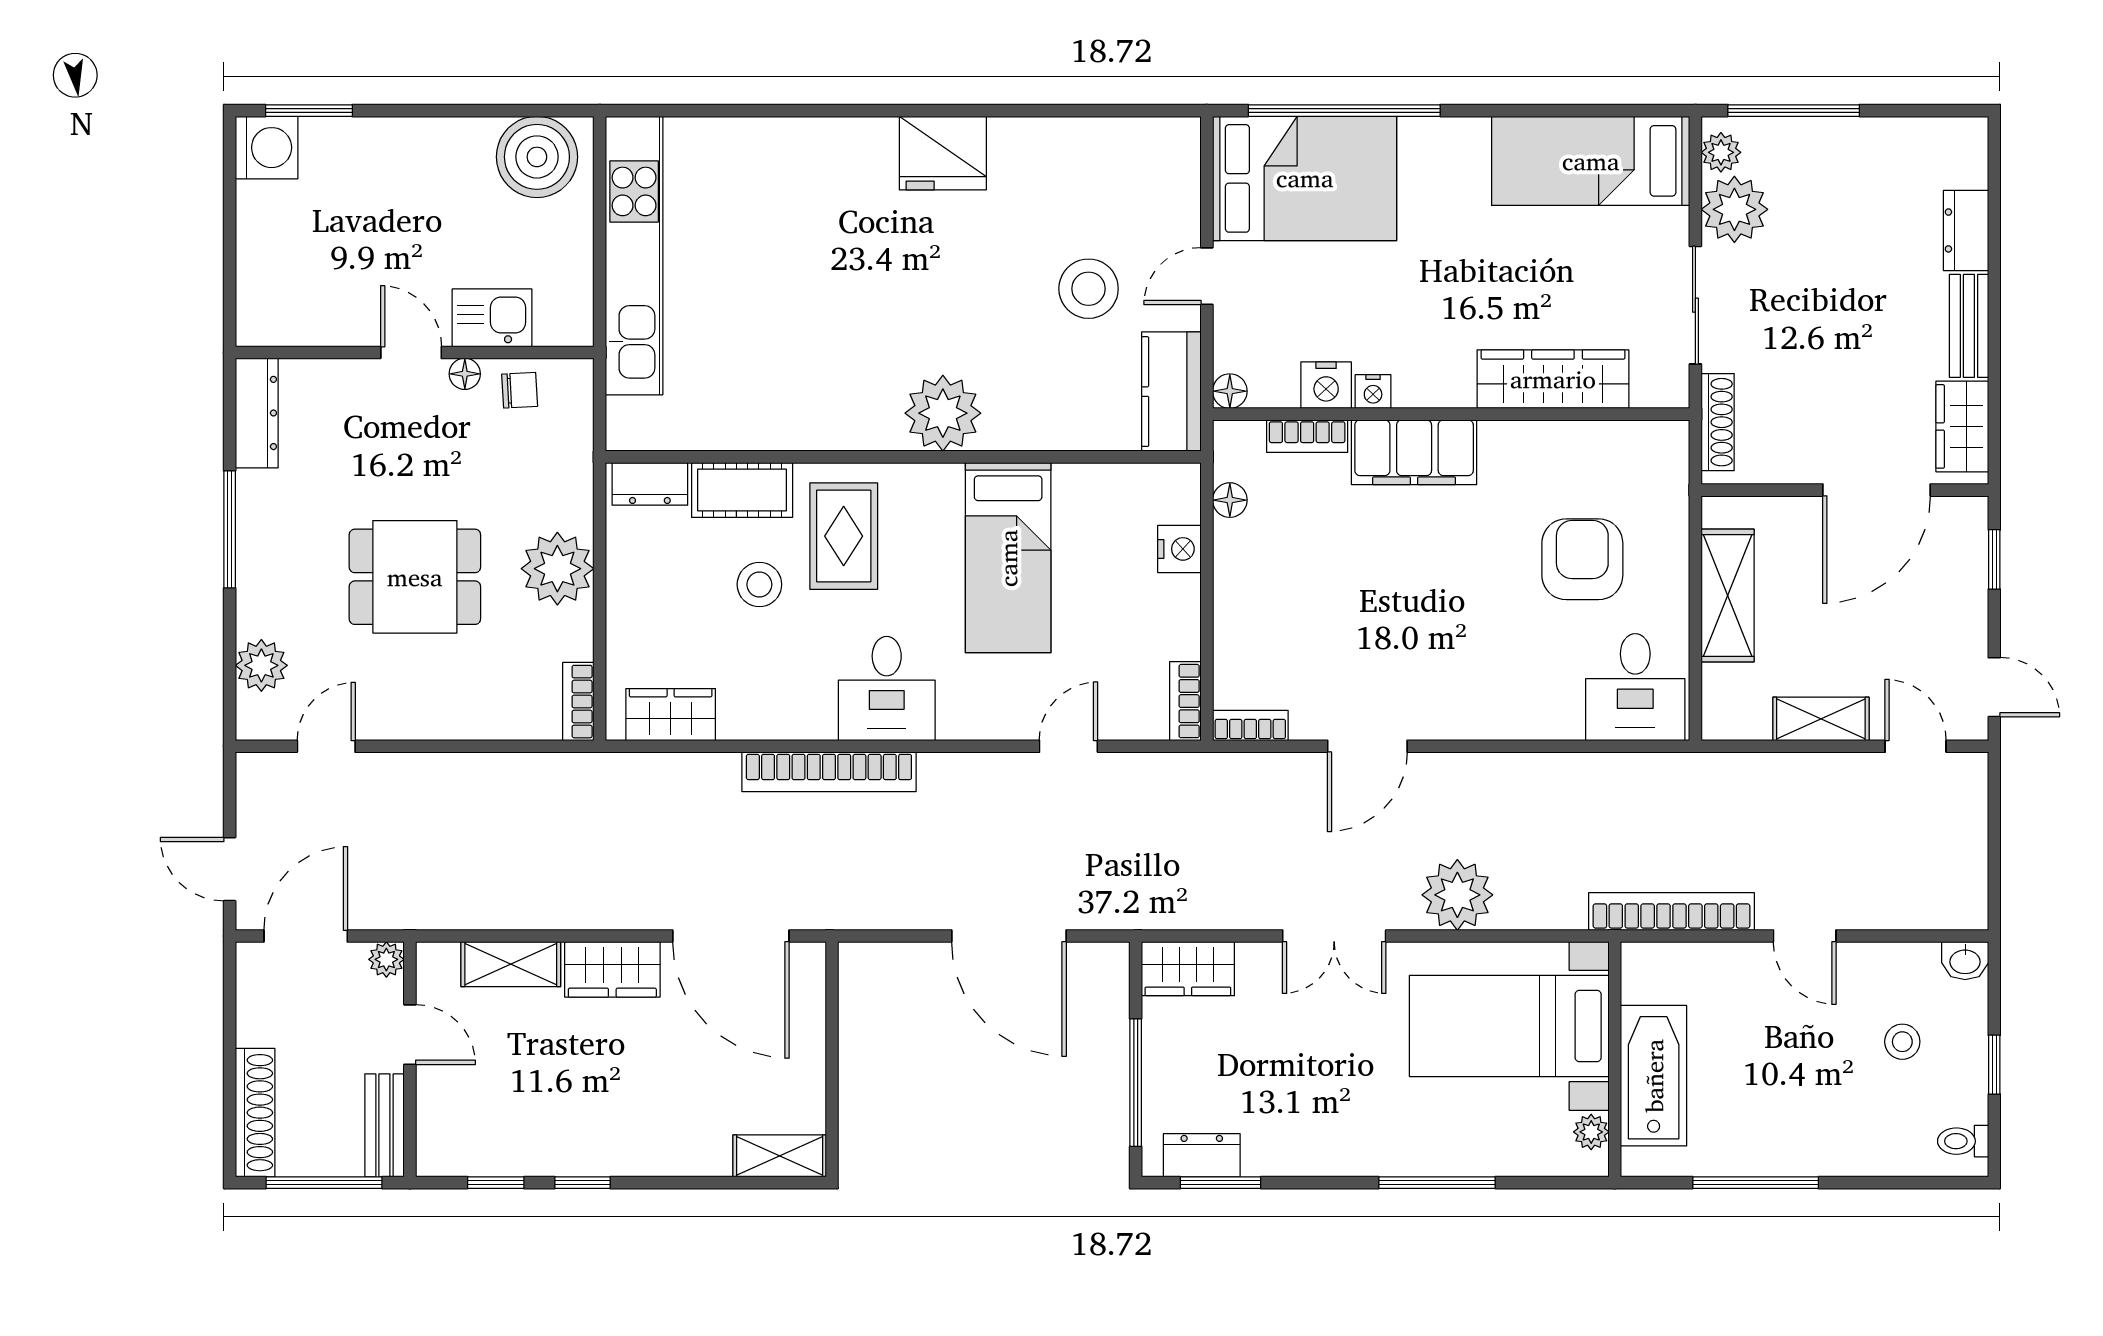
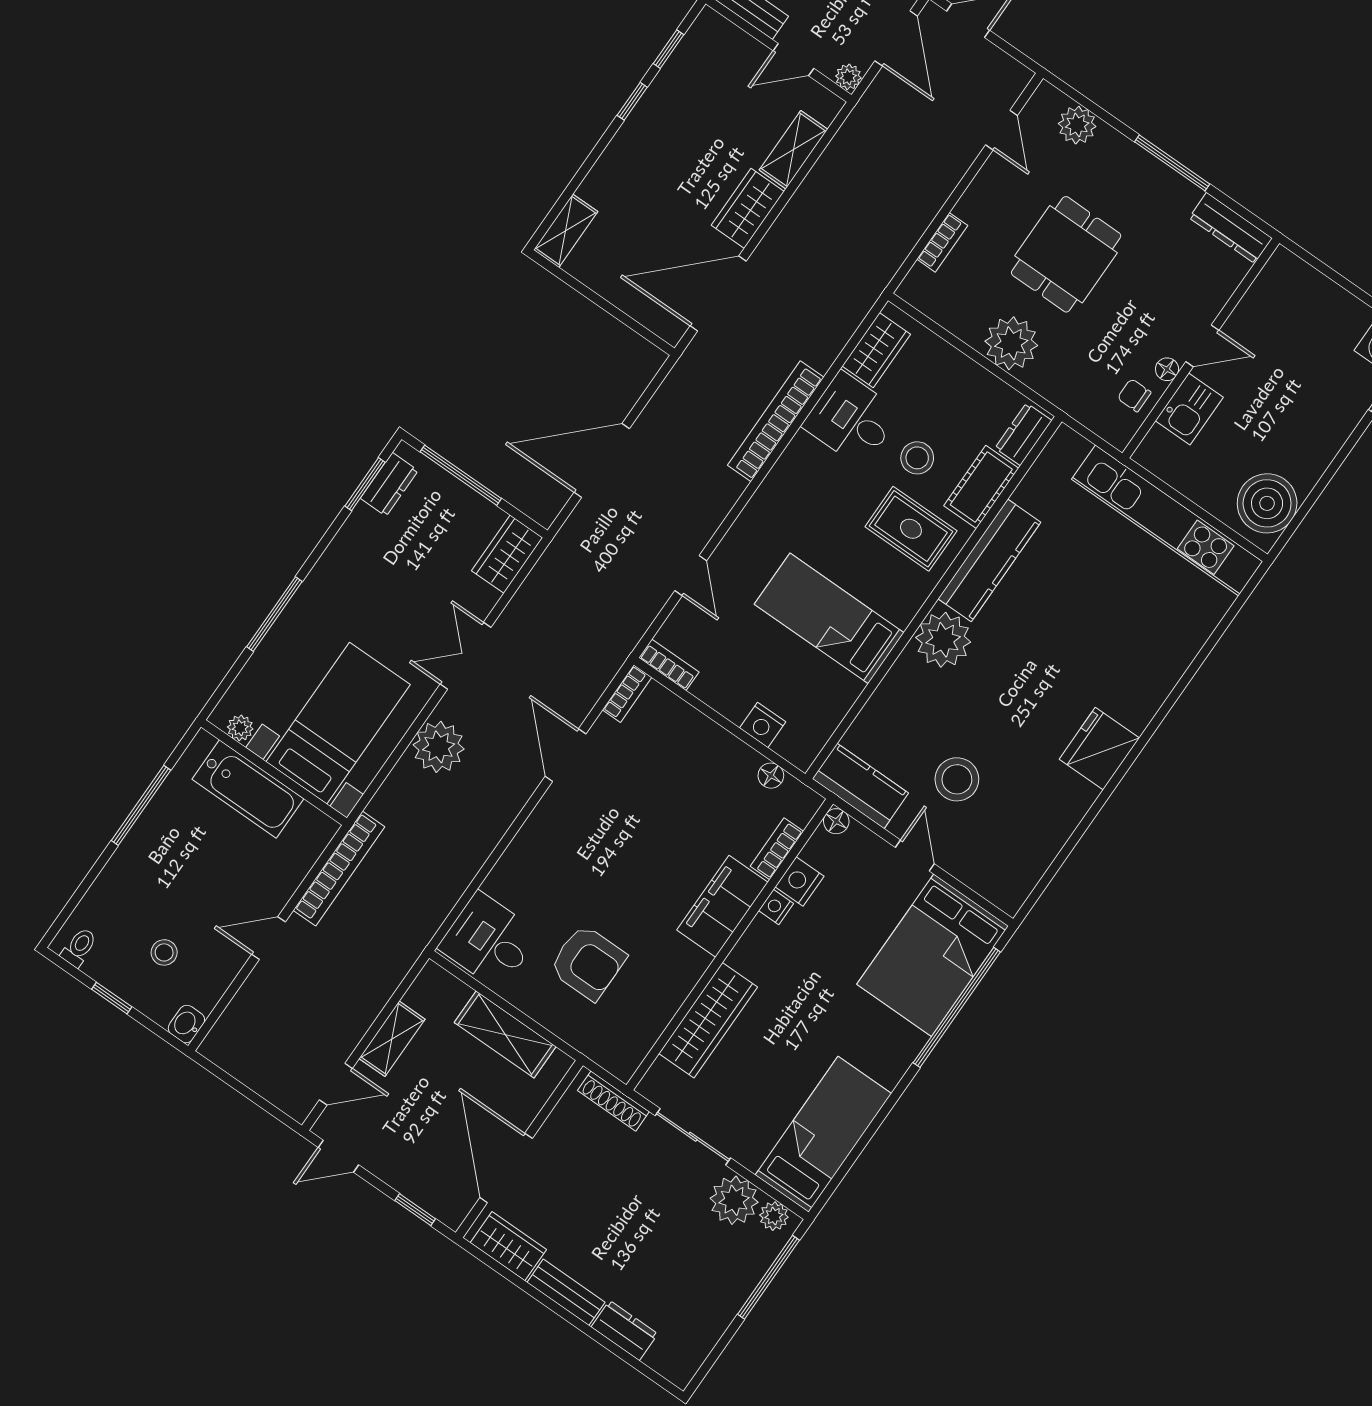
chair: (520, 390) -> (1134, 395), turned 93
kitchen counter: (818, 423) -> (989, 560), added
desk: (887, 688) -> (851, 419), moved
bookcase: (578, 702) -> (942, 242), moved, turned 90

